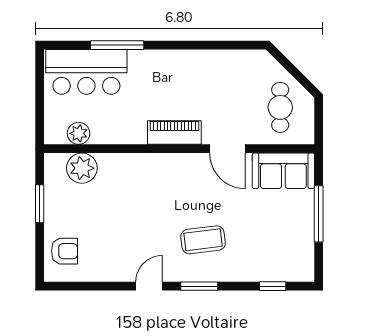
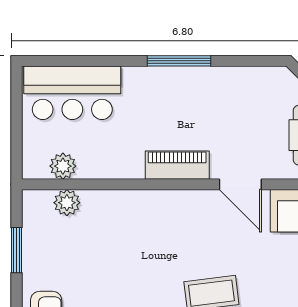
window: (117, 45) -> (179, 61), moved
plant: (82, 168) -> (67, 203), width x0.73, depth x0.73

